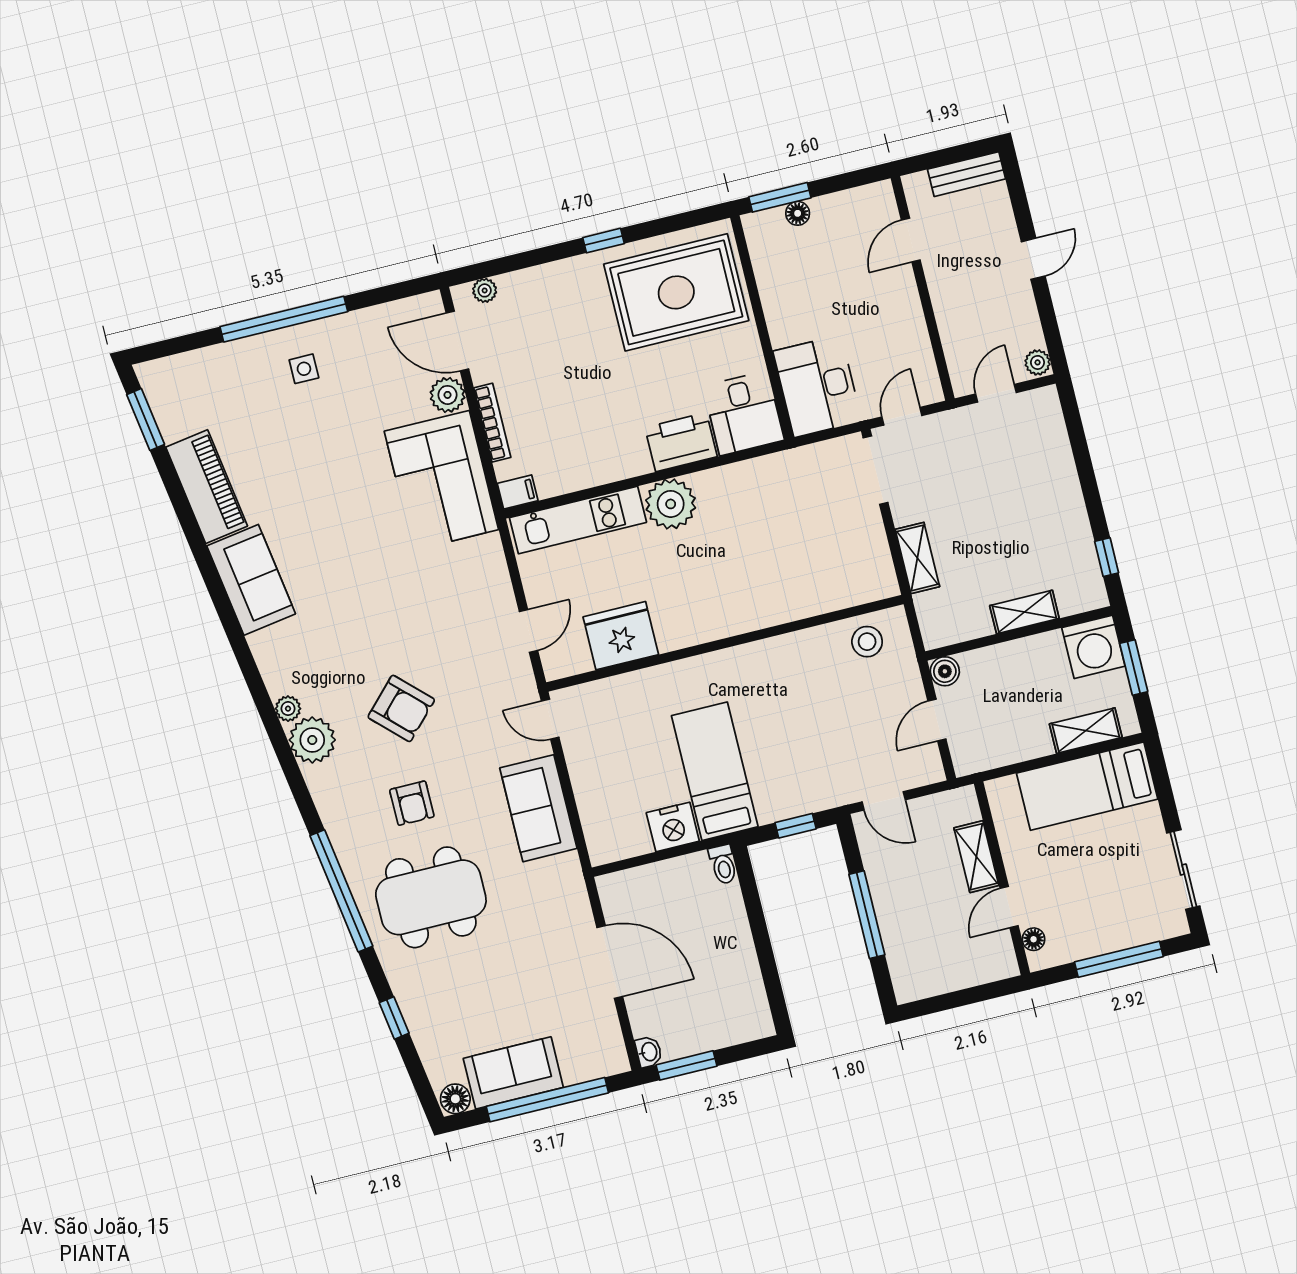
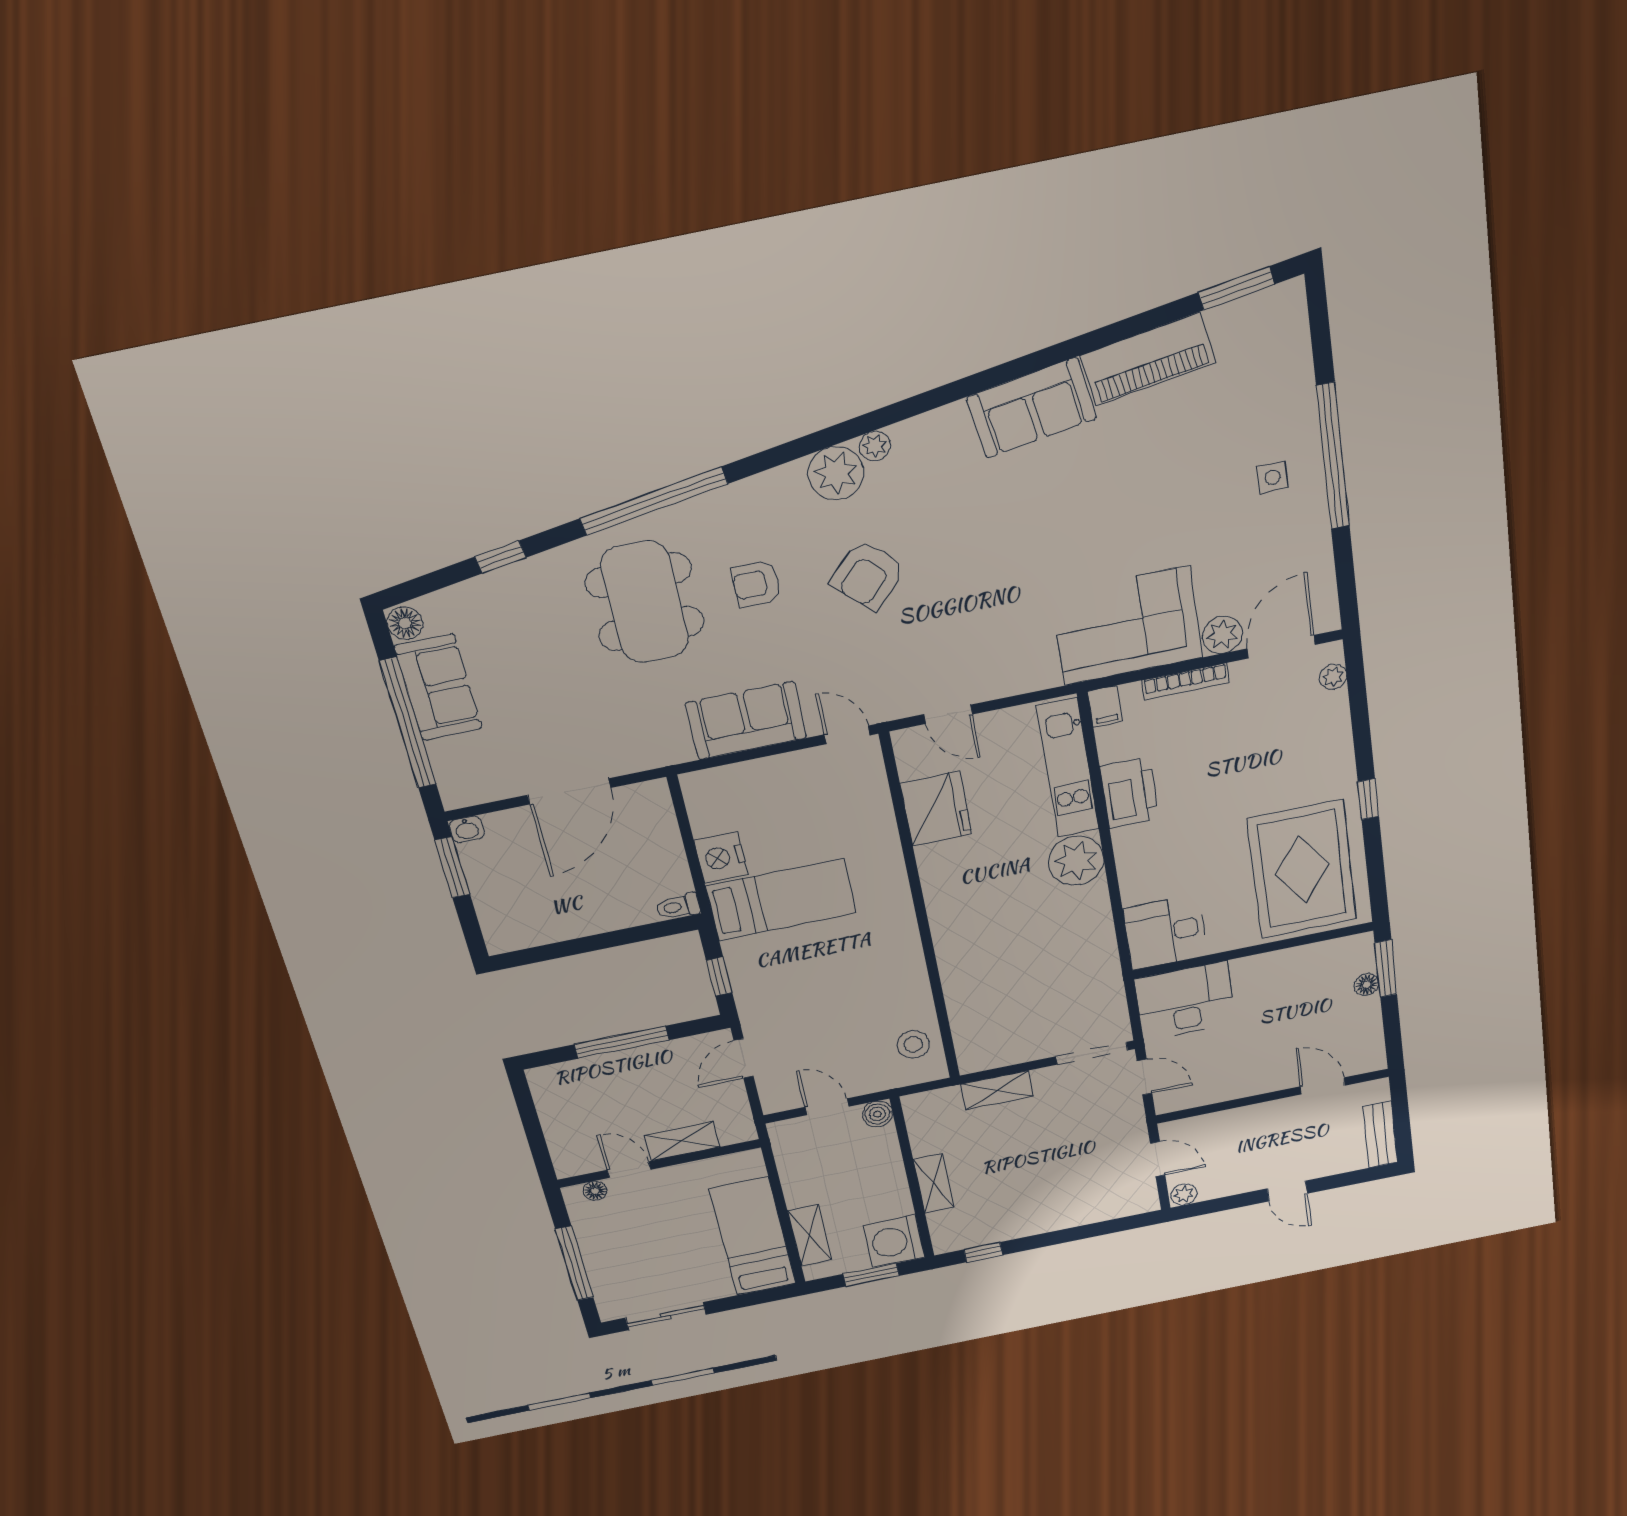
printer: (681, 442) -> (1129, 793), moved
door: (550, 719) -> (847, 735), hinge flipped

